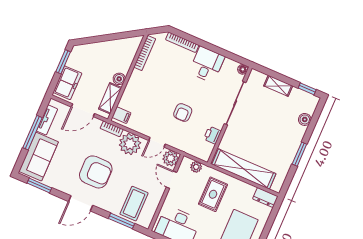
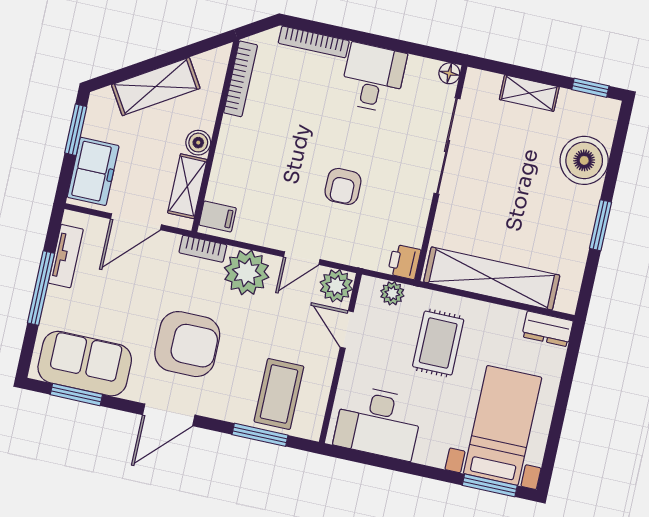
shelving: (104, 49) -> (156, 87), added
boiler: (305, 119) -> (584, 160), width x1.86, depth x1.86
printer: (212, 135) -> (404, 262), moved
sofa: (39, 157) -> (85, 364), moved, turned -90

